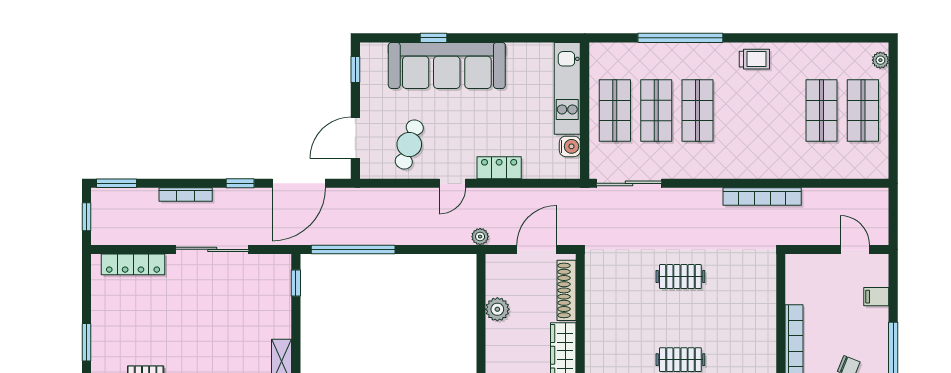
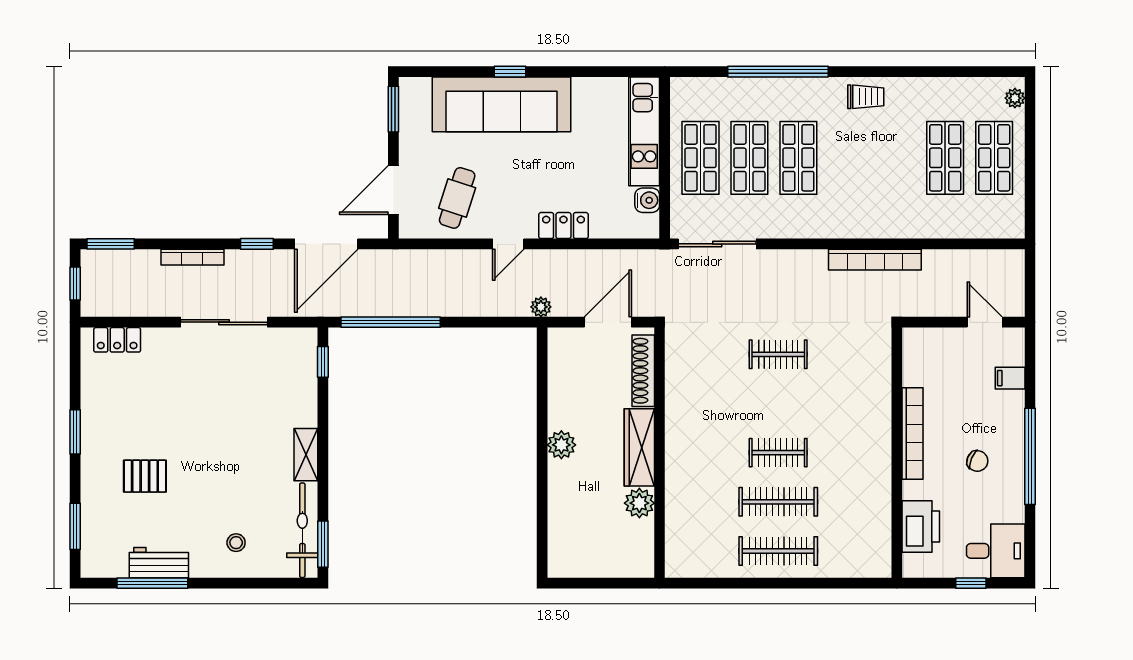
window: (433, 38) -> (510, 72), moved
window: (355, 69) -> (393, 109), width x1.50
locker: (133, 264) -> (117, 340), width x0.66
plant: (497, 309) -> (561, 445), moved

